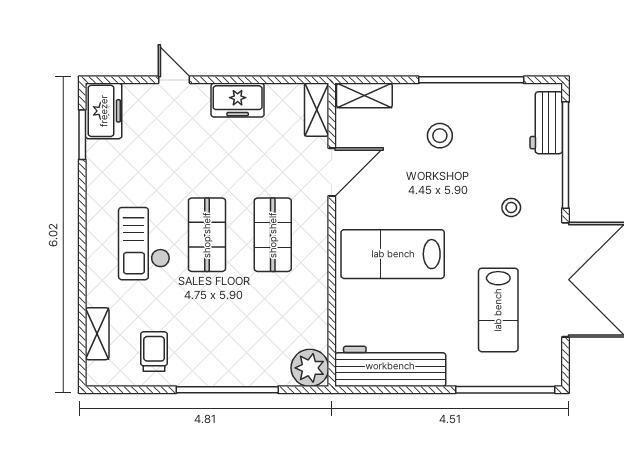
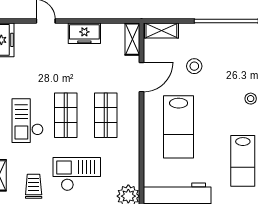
stool: (440, 136) -> (194, 66), moved
lab bench: (393, 254) -> (179, 127), turned -90
checkout: (225, 332) -> (77, 174), added

